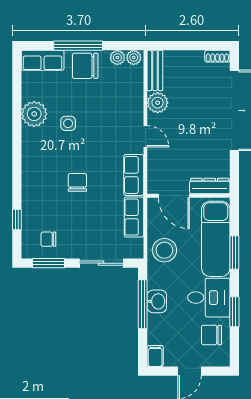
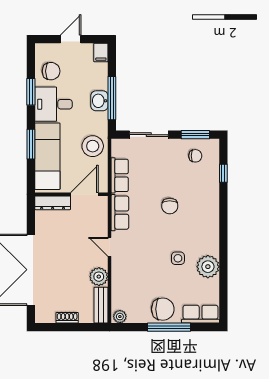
shoe rack: (217, 56) -> (67, 318), moved
plant: (117, 58) -> (134, 317), removed
door: (174, 196) -> (84, 194), hinge flipped

